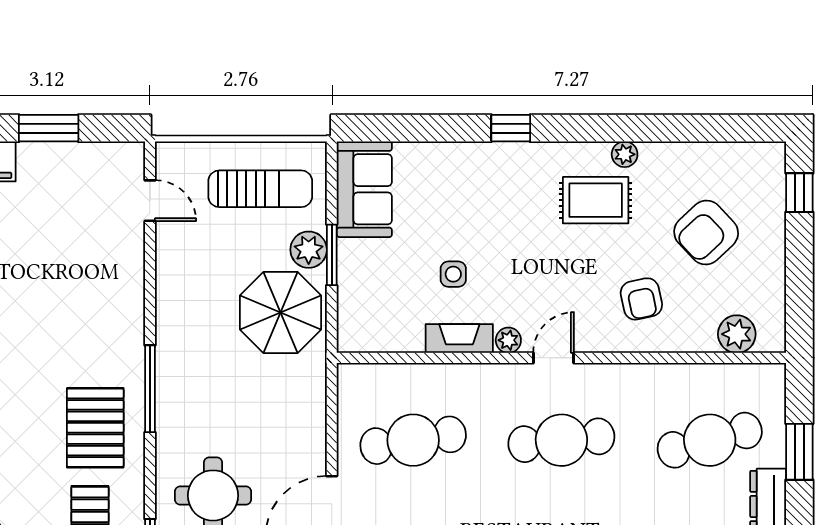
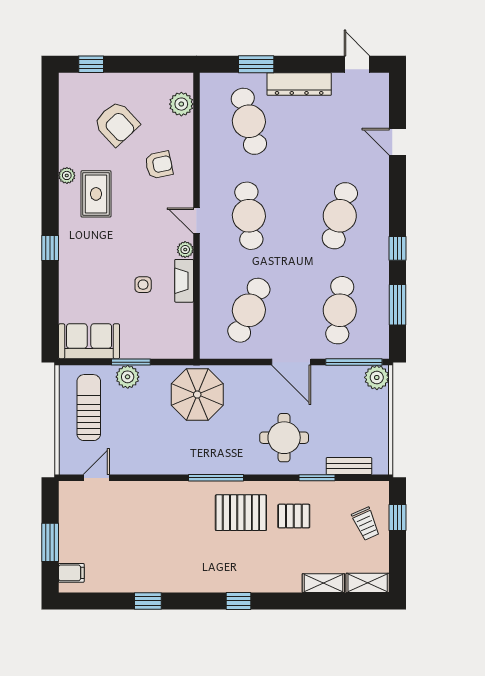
parasol: (281, 312) -> (197, 395), moved
cafe table: (413, 440) -> (249, 310), turned 33

